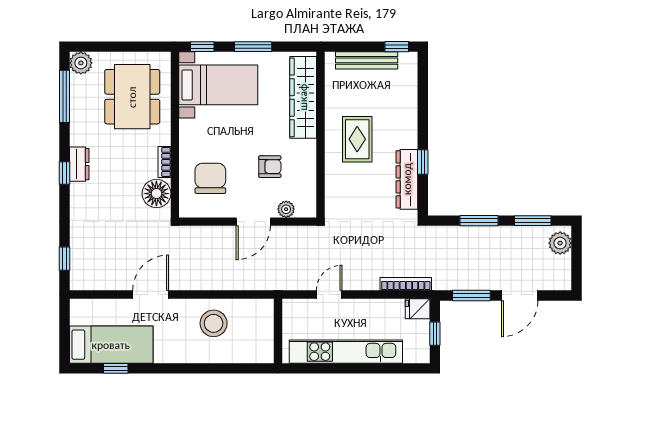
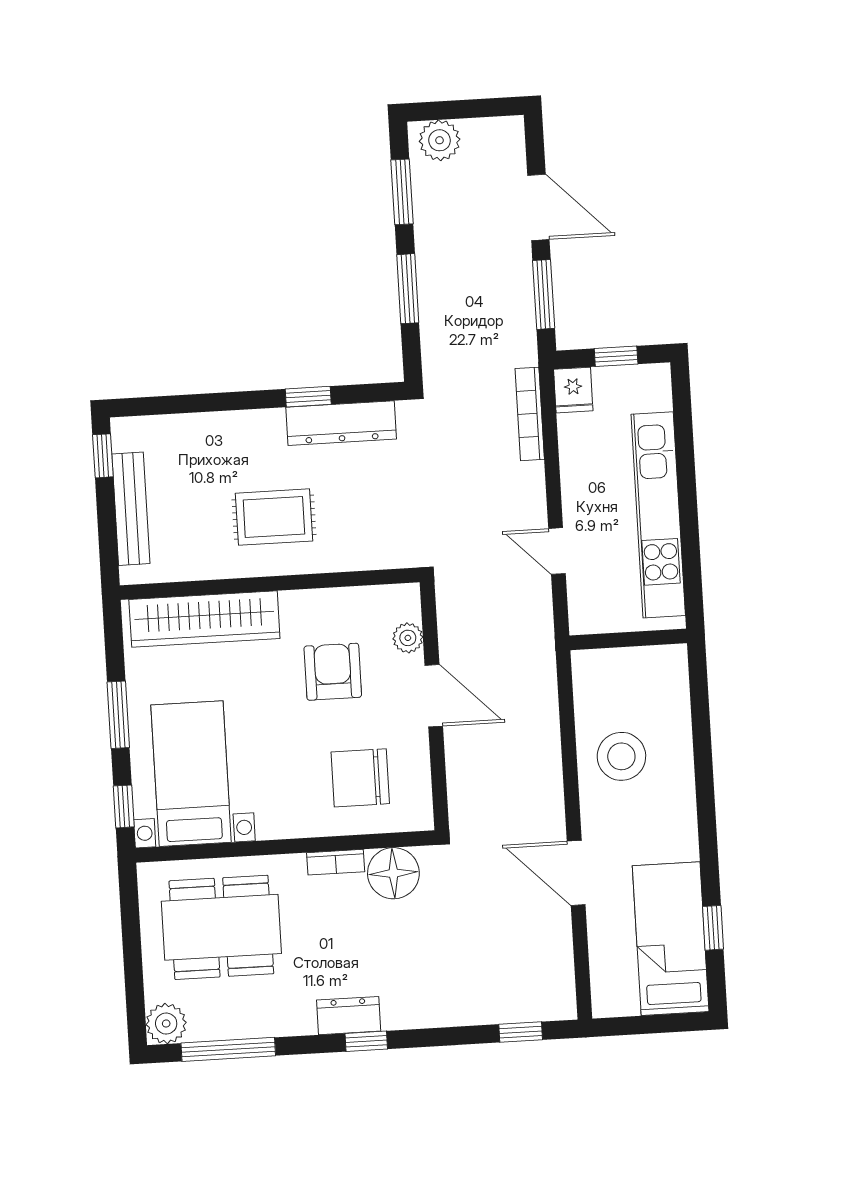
armchair: (270, 167) -> (333, 672), width x1.38, depth x1.38

